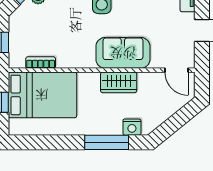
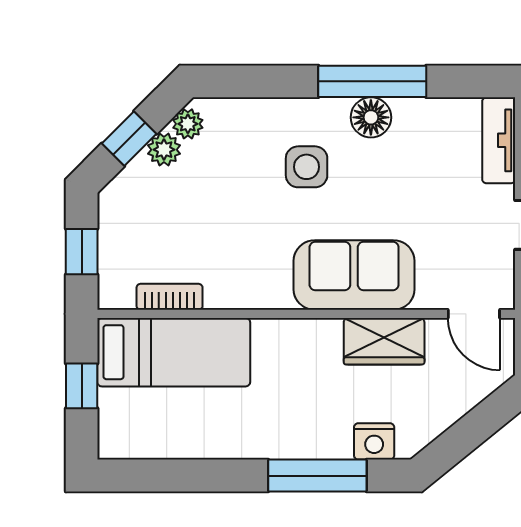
wardrobe: (119, 82) -> (384, 341), moved
bed: (42, 95) -> (174, 352), width x0.67

